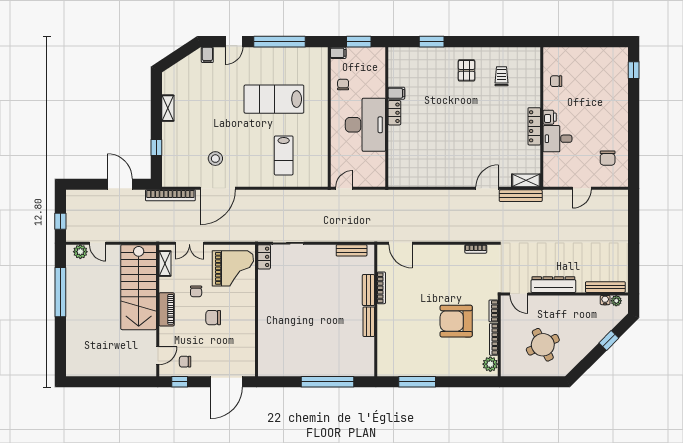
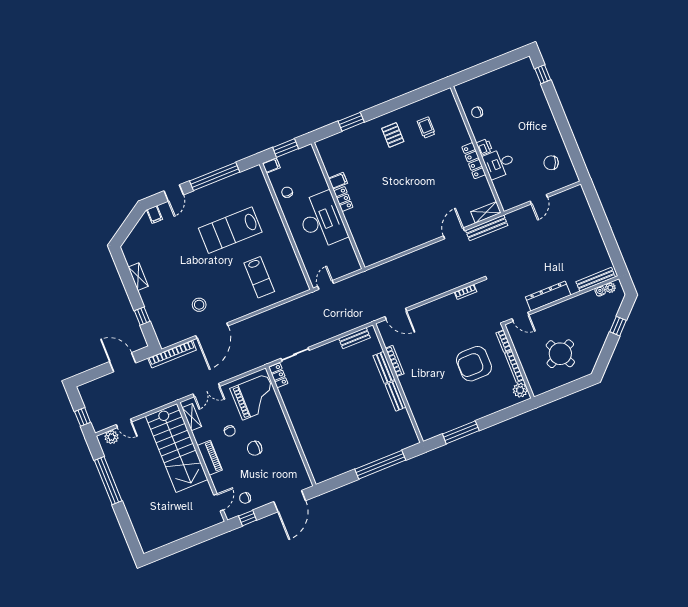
chair: (608, 158) -> (551, 163), turned 112

